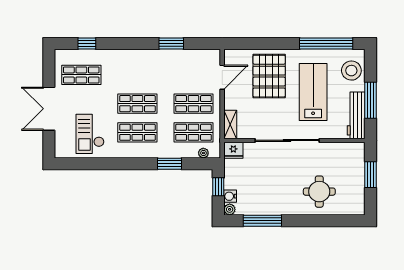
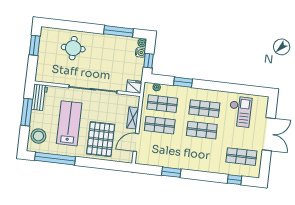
lab bench: (313, 92) -> (69, 123), turned 180
workbench: (356, 115) -> (39, 97), width x0.73
shelving: (230, 124) -> (133, 118), moved
window: (370, 175) -> (35, 45), moved

